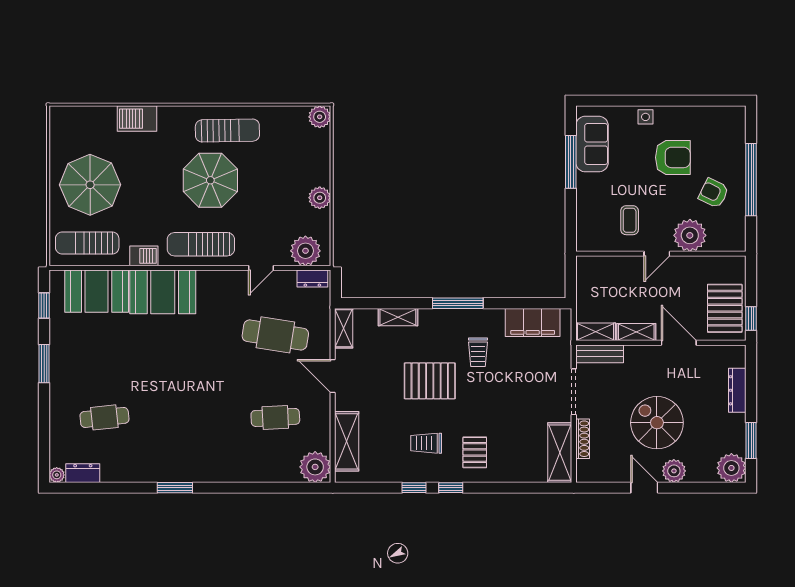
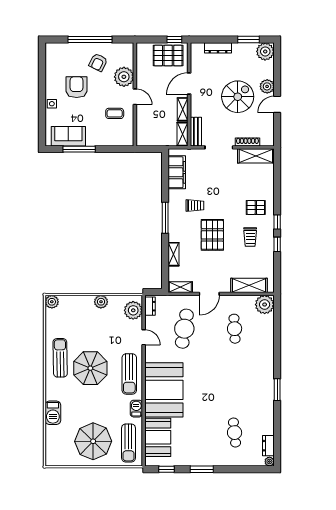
booth: (163, 292) -> (164, 390), width x1.36, depth x1.42
spiral stairs: (657, 423) -> (238, 97), turned 180

